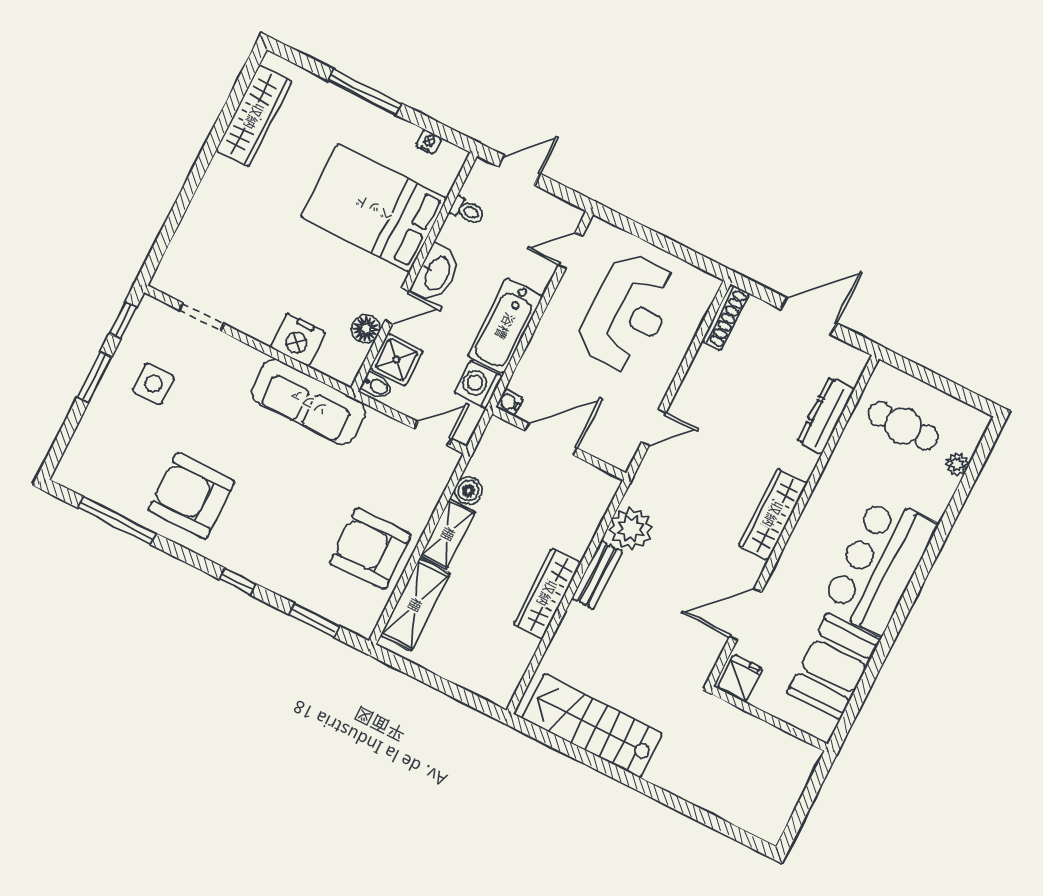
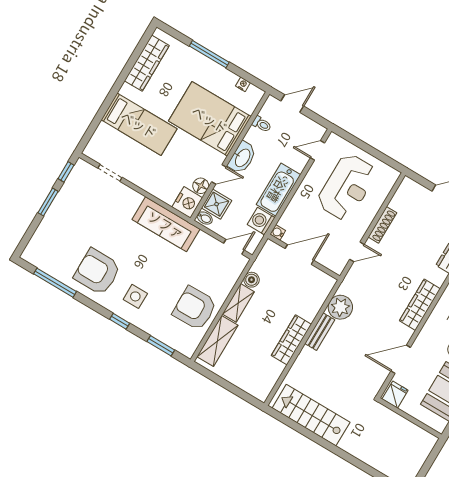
bed: (248, 226) -> (139, 124), added
shoe rack: (726, 317) -> (382, 225), moved
nightstand: (298, 340) -> (187, 202), moved, turned -90
side table: (153, 384) -> (135, 296), moved

